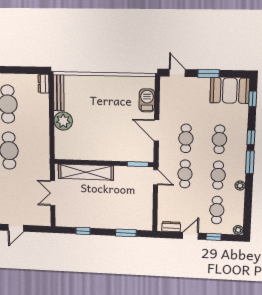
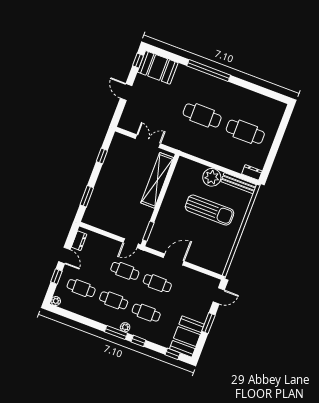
barbecue: (147, 100) -> (204, 261), removed
sun lounger: (95, 112) -> (210, 210), added
plant: (240, 186) -> (125, 327), moved

